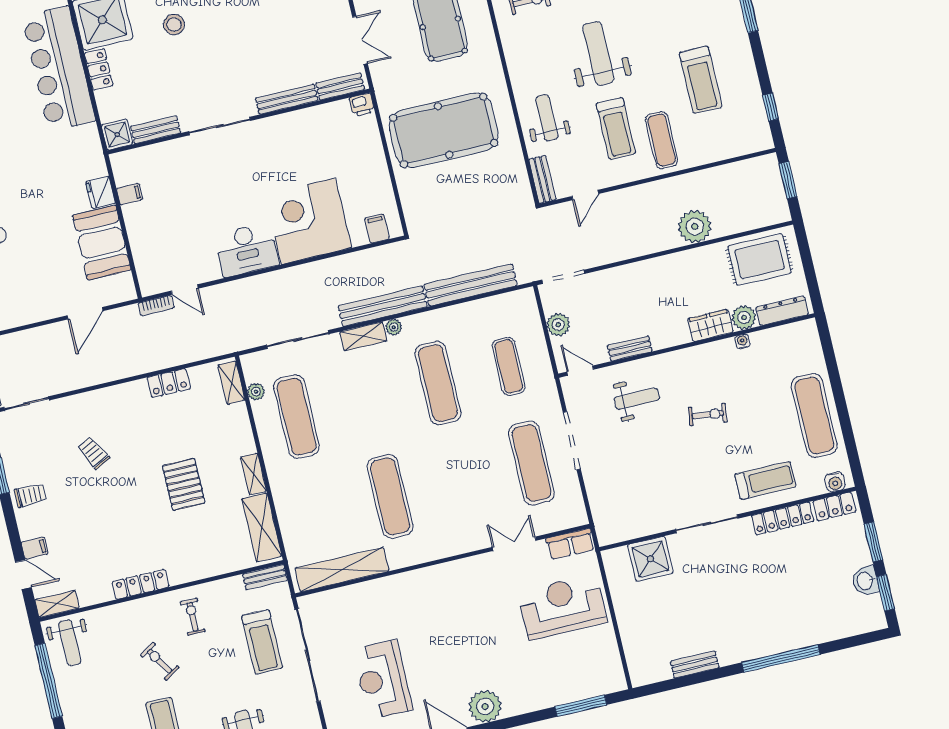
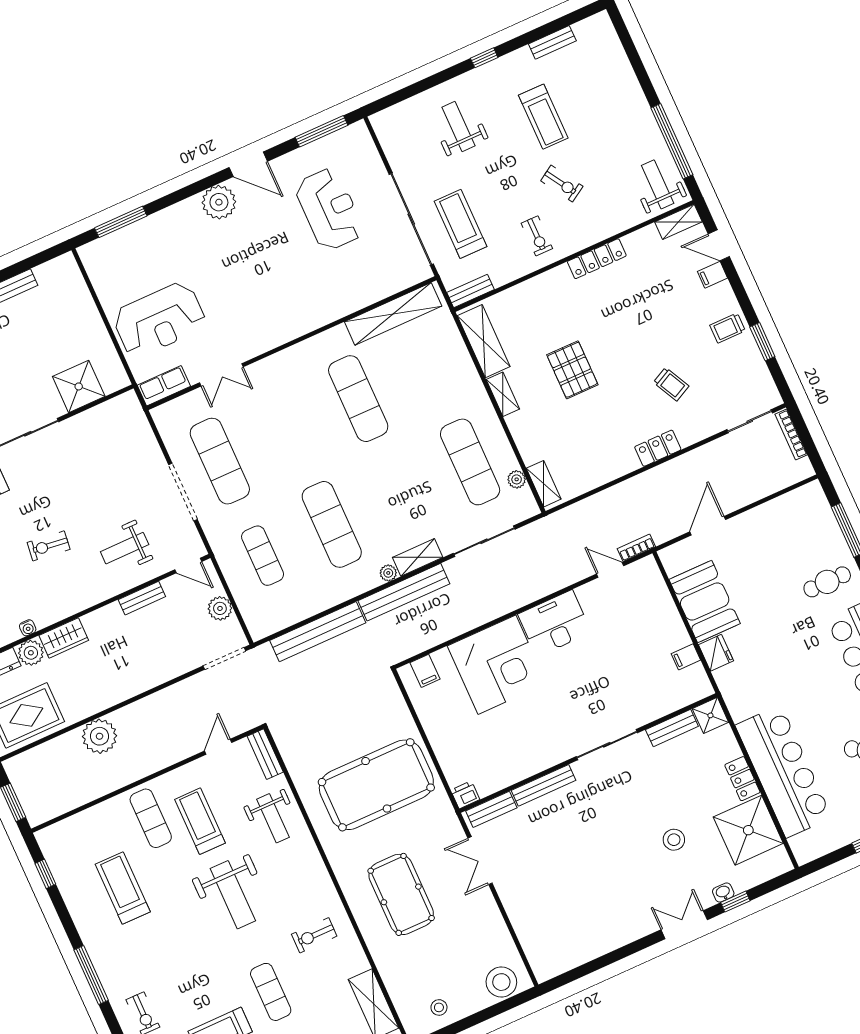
locker: (169, 383) -> (658, 448), moved

